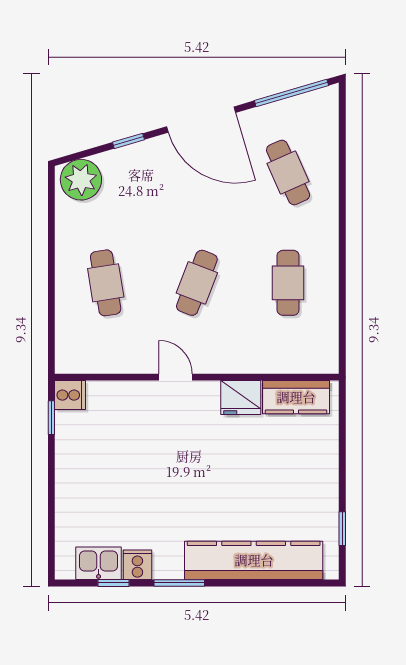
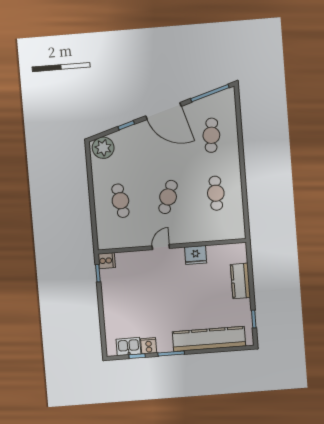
cafe table: (288, 172) -> (211, 135), turned 30
door: (176, 377) -> (161, 247), hinge flipped
kitchen counter: (296, 397) -> (240, 281), moved, turned 90

